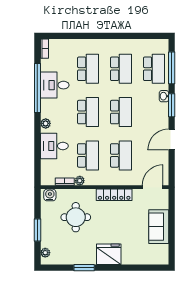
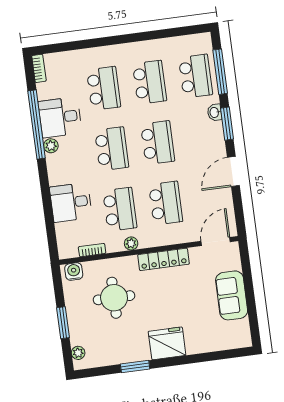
plant: (46, 123) -> (51, 146), moved
plant: (80, 181) -> (131, 243), moved

